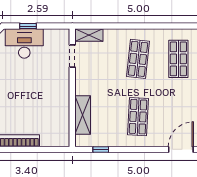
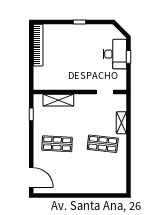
shelving: (89, 35) -> (121, 123), moved
shop shelf: (178, 59) -> (103, 176), removed

